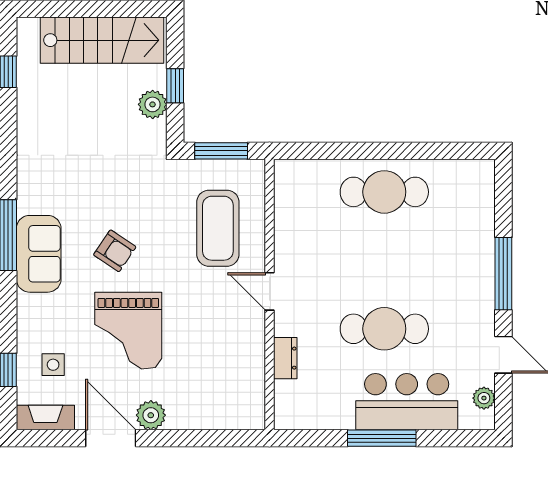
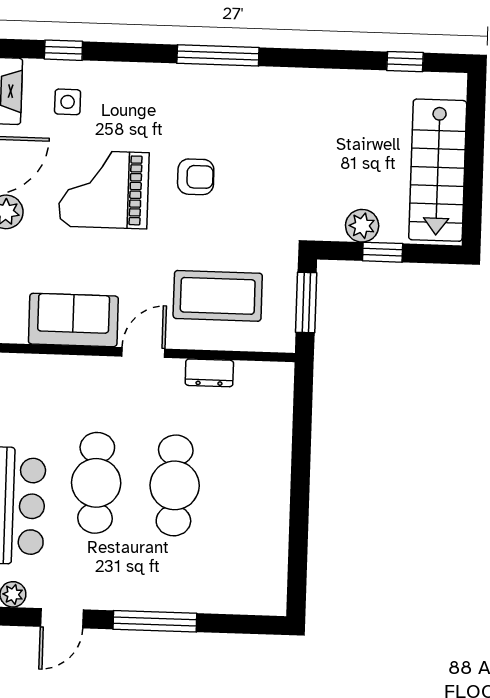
cafe table: (384, 192) -> (175, 485), moved
armchair: (115, 251) -> (196, 177), turned -124
sofa: (39, 254) -> (73, 320), moved, turned 180
dresser: (285, 358) -> (209, 373), moved

